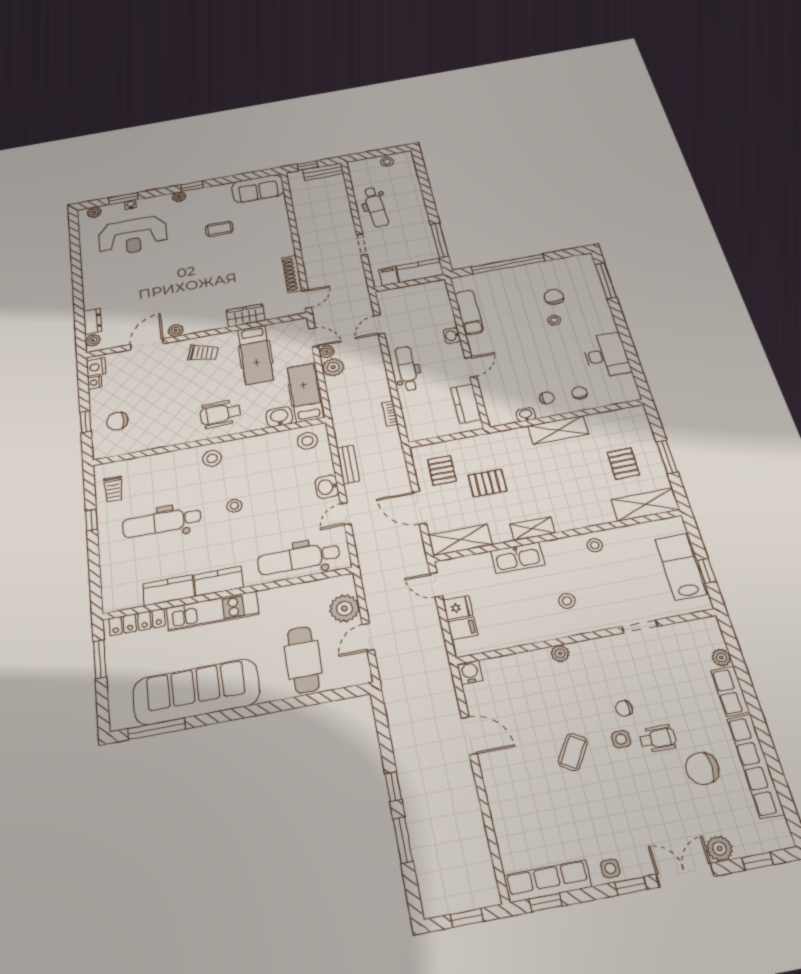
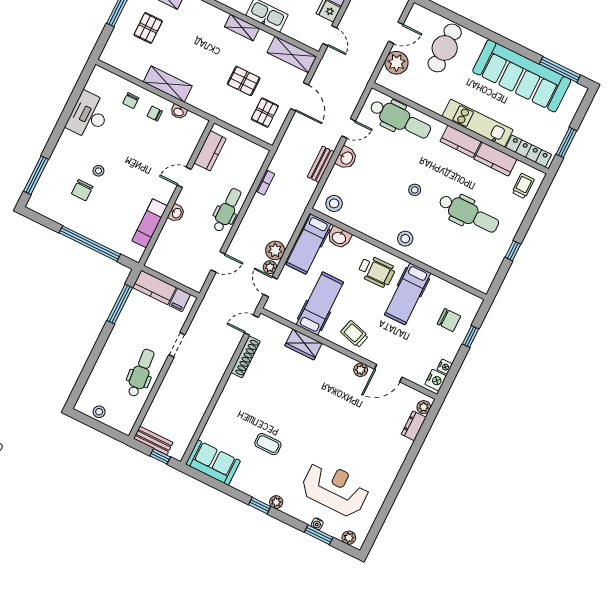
dental chair: (407, 368) -> (227, 210), turned 180
hospital bed: (175, 416) -> (408, 294), added
trolley: (113, 489) -> (523, 186), moved

